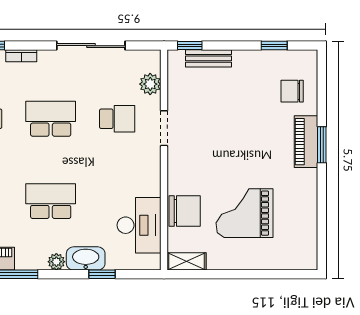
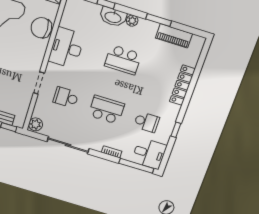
plant: (150, 84) -> (36, 124), moved
school desk: (51, 119) -> (106, 110), turned 180
desk: (139, 225) -> (66, 48), moved

